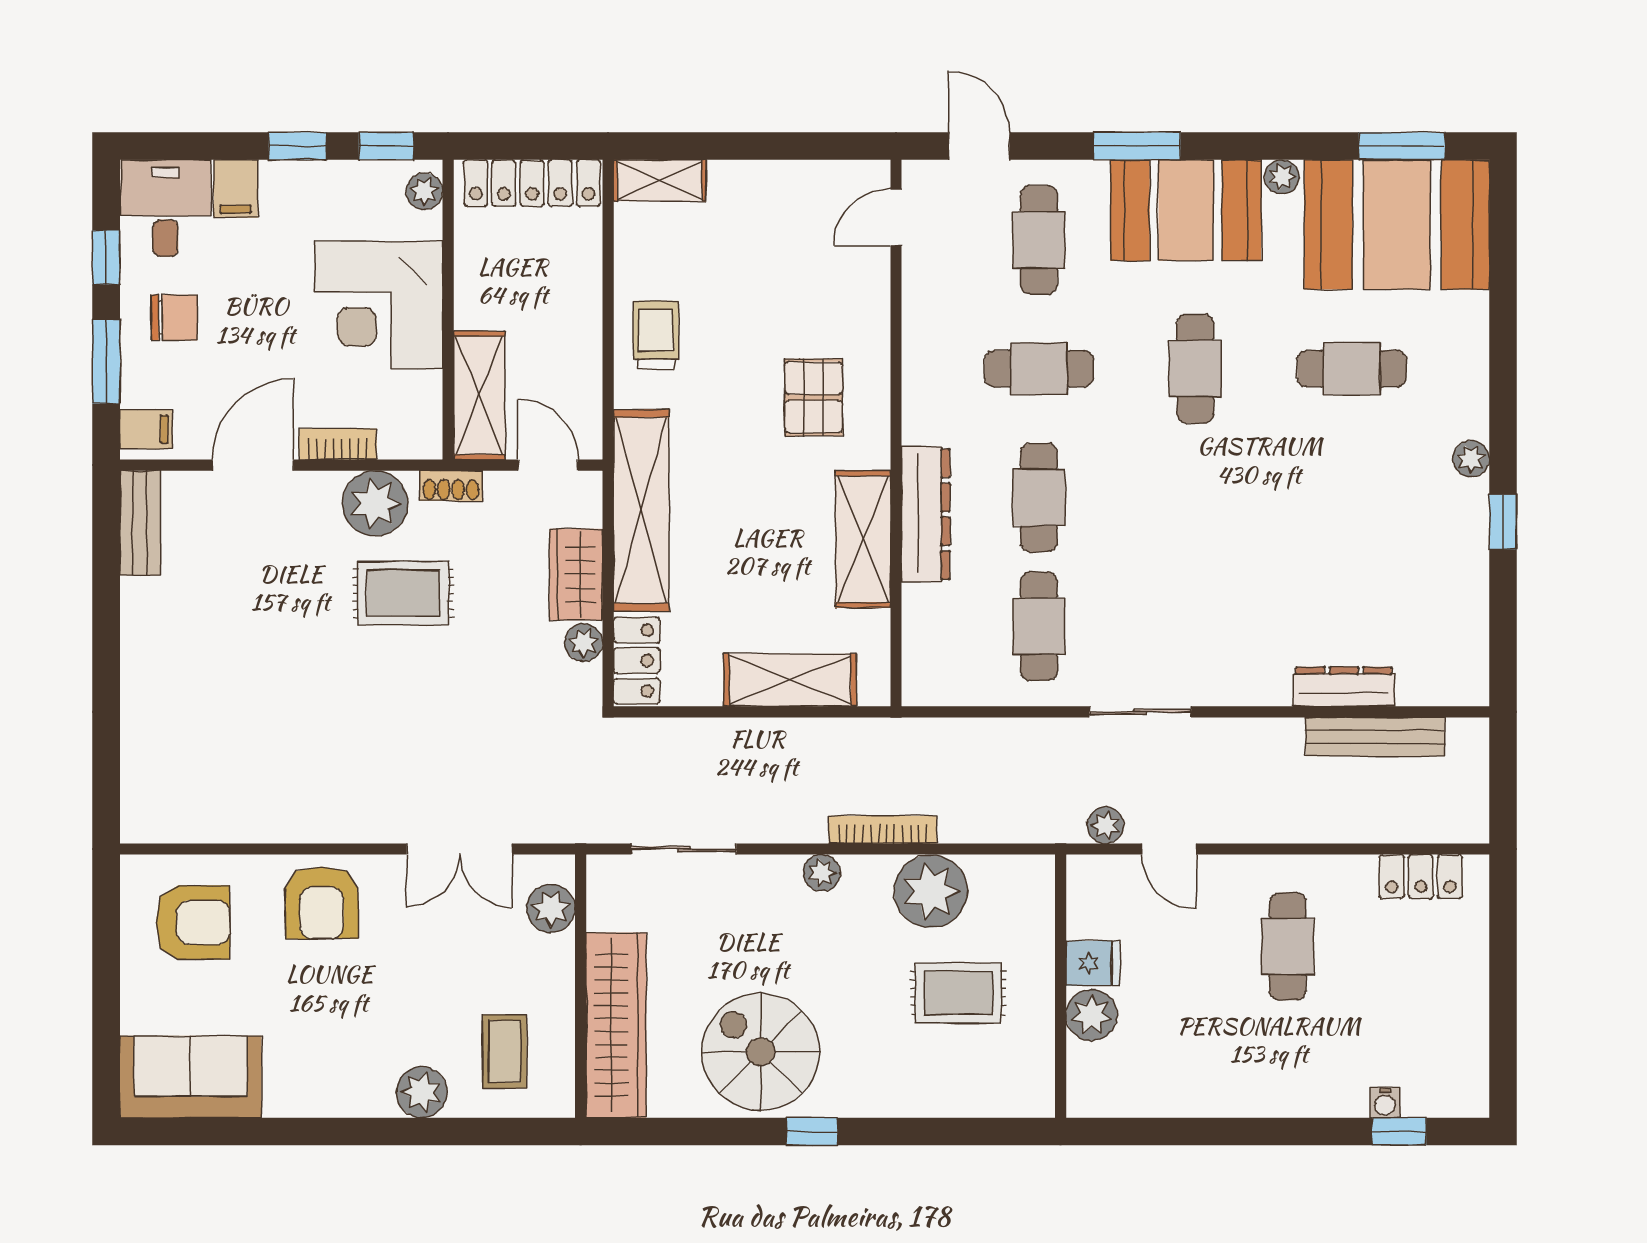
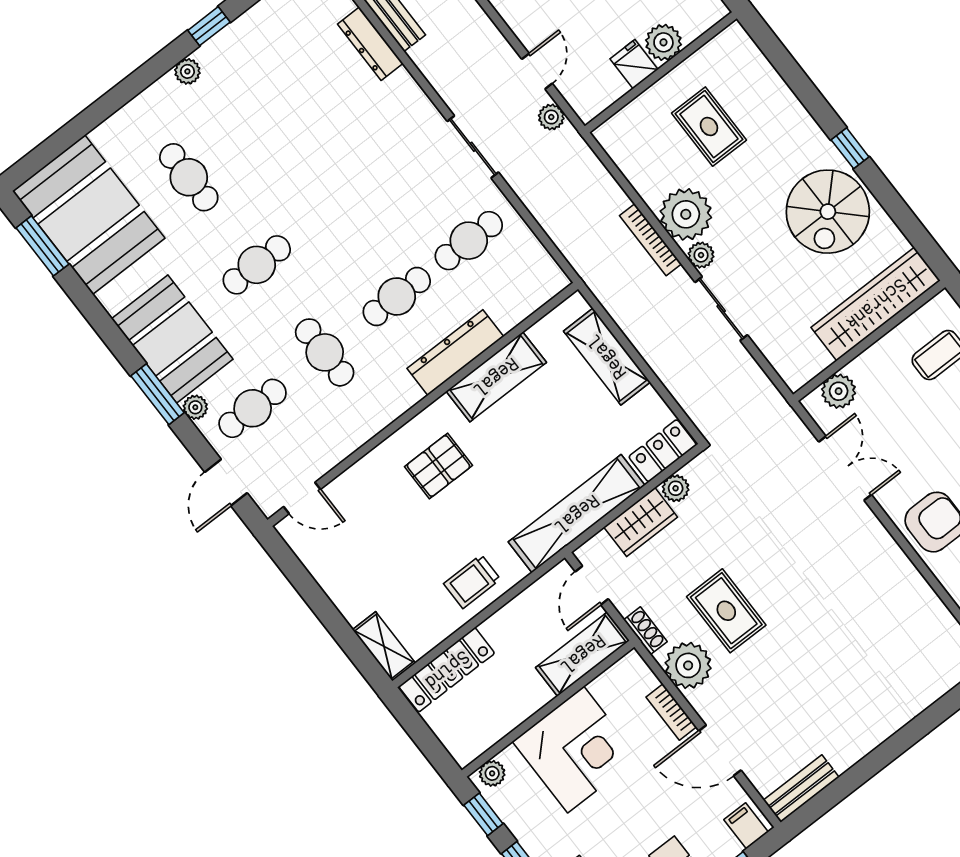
plant: (1282, 177) -> (195, 407), moved
locker: (532, 183) -> (447, 670), moved, turned 90
sliding door: (684, 849) -> (721, 309), moved
plant: (931, 891) -> (686, 214), moved

